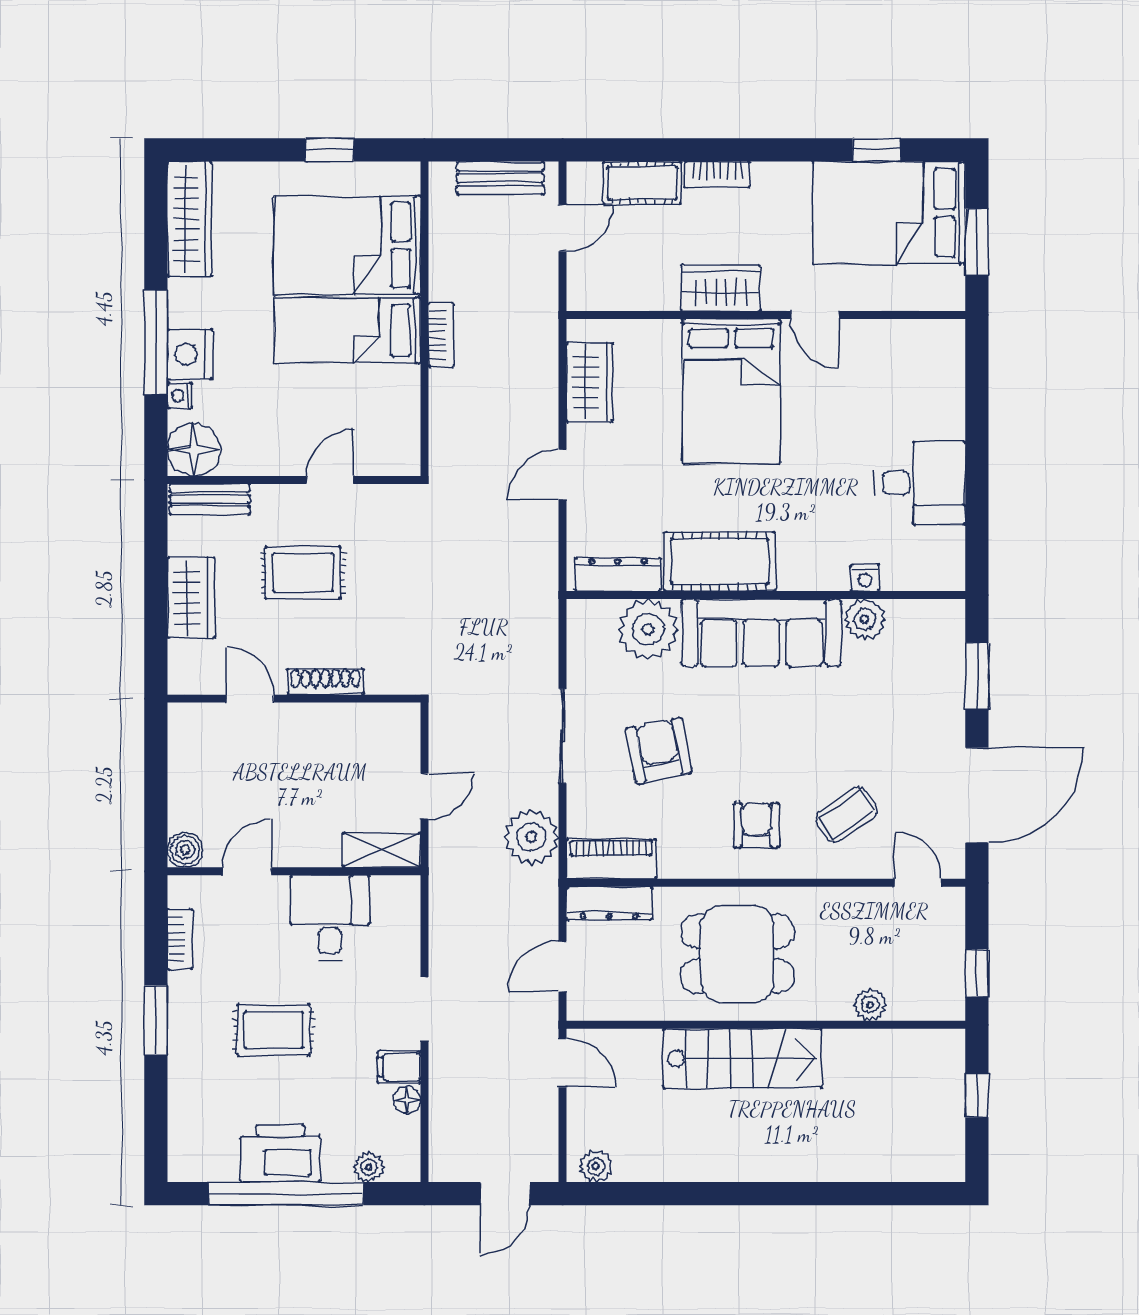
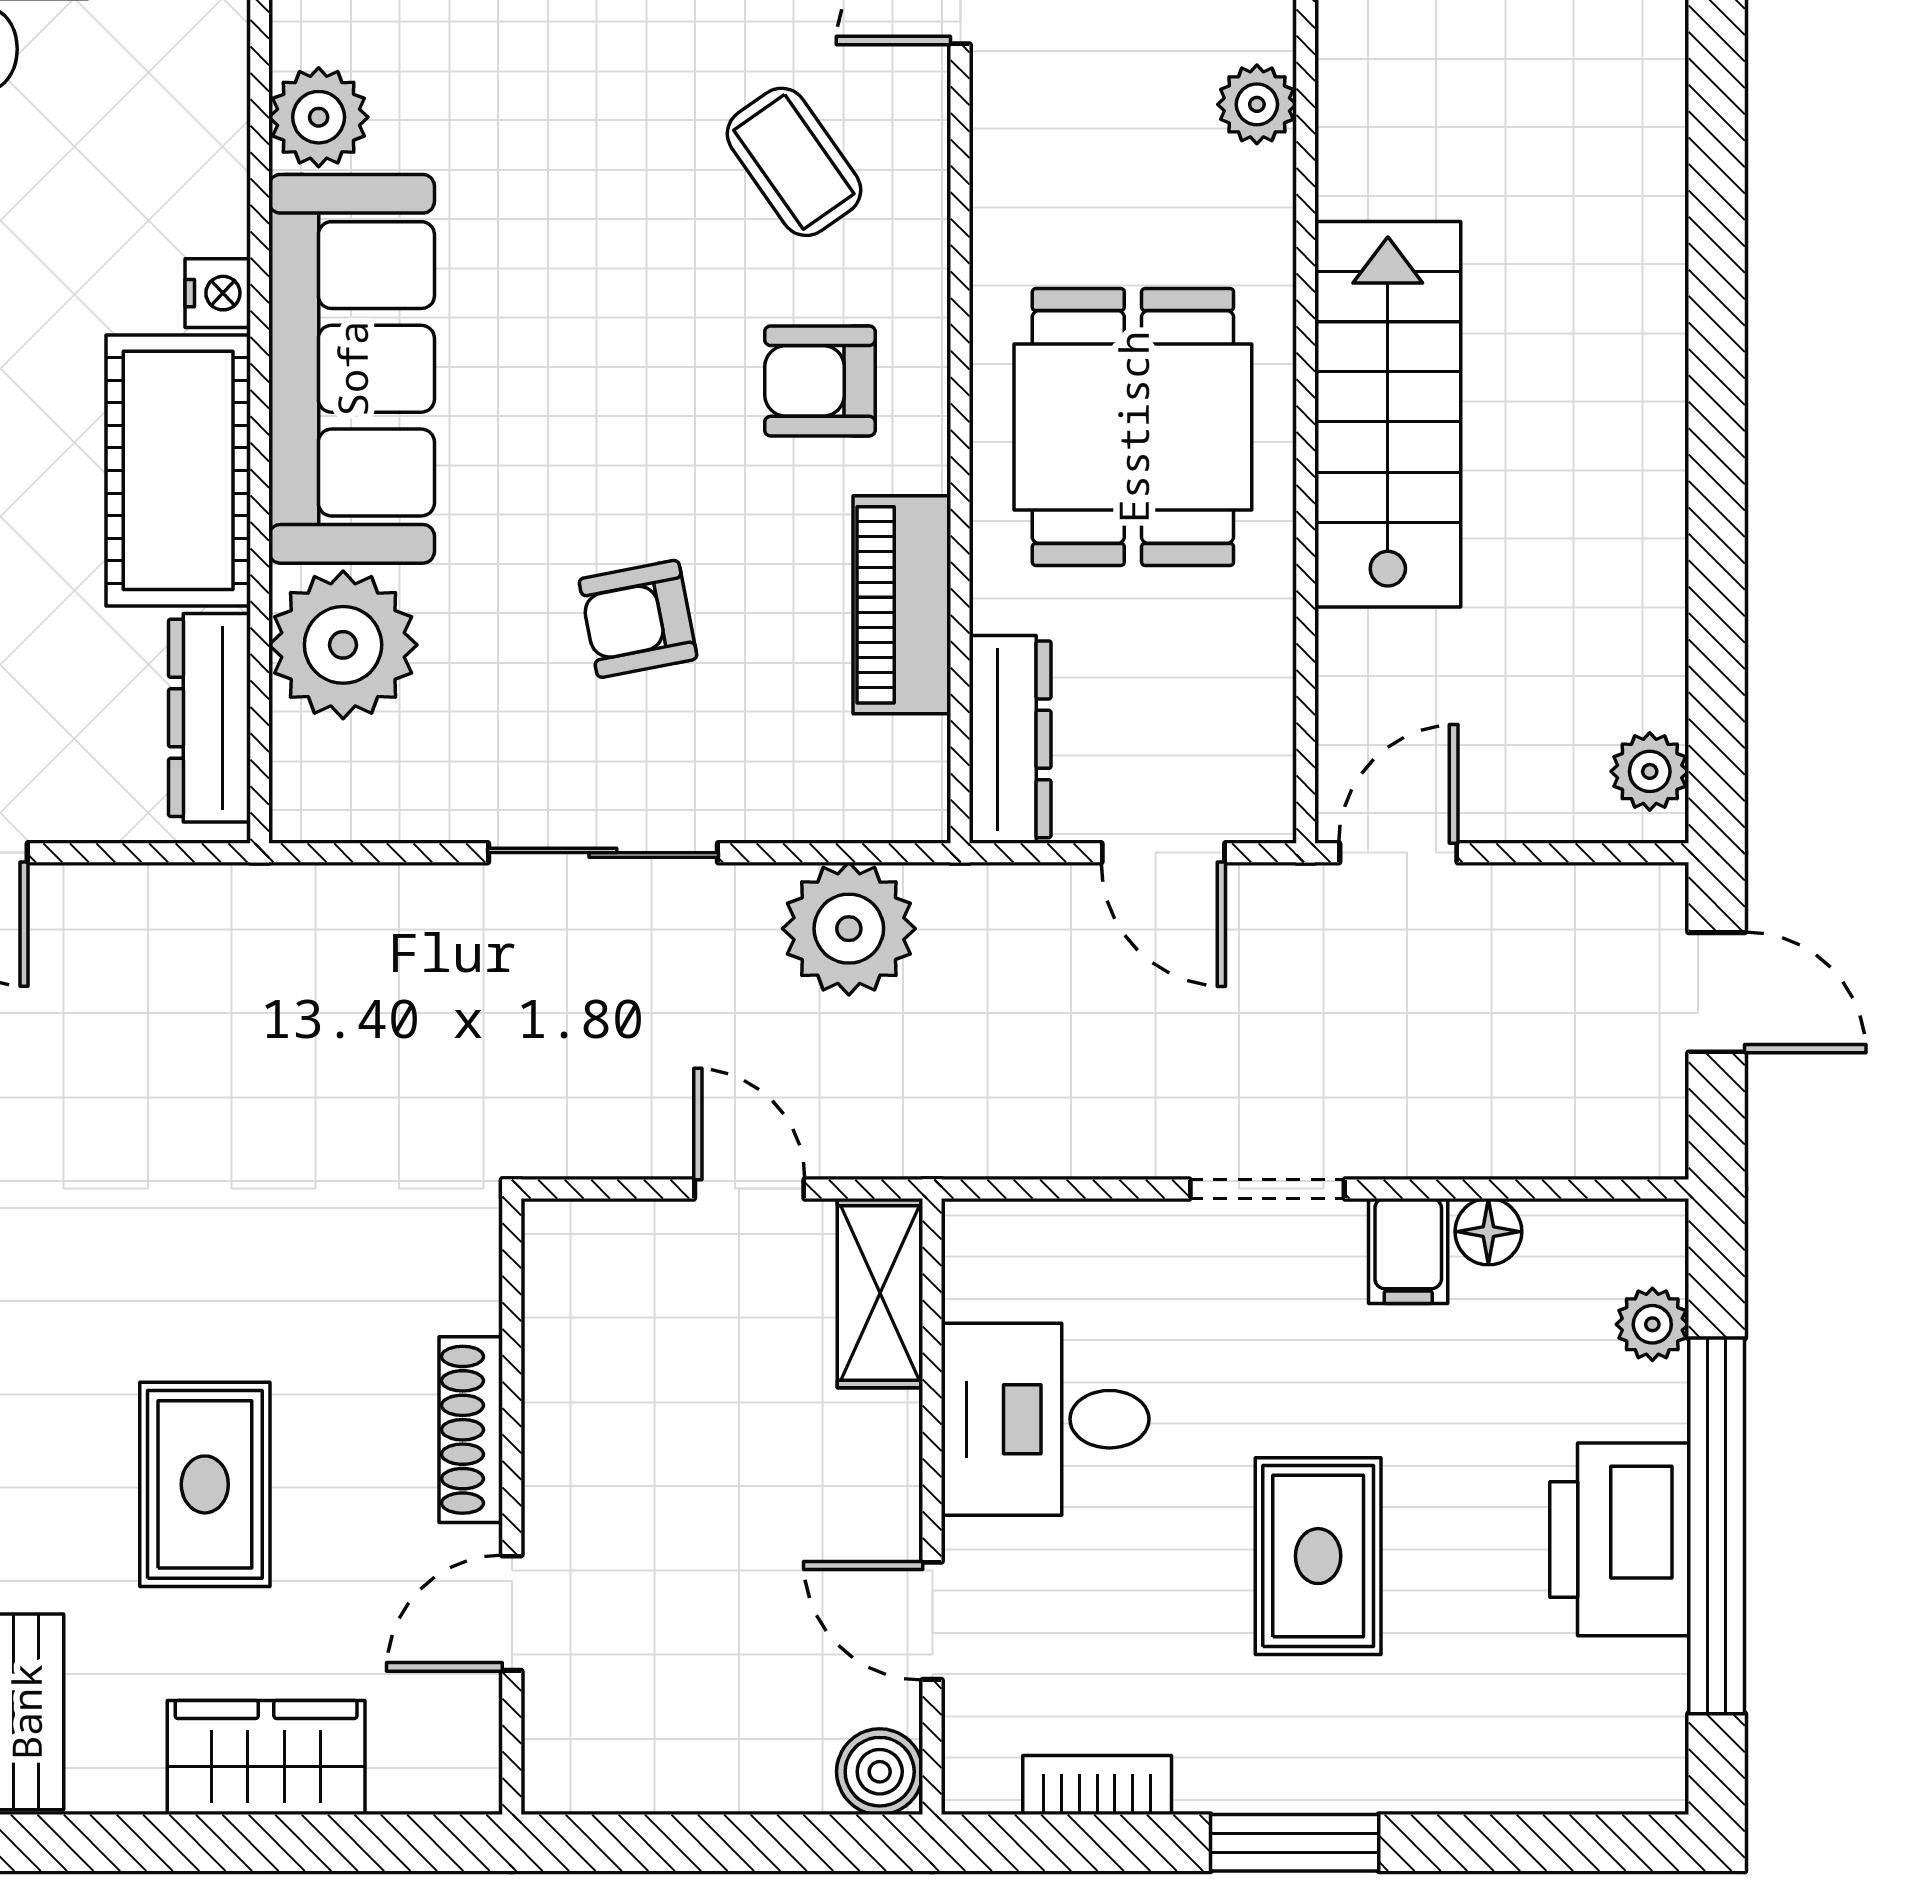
nightstand: (865, 578) -> (218, 293), moved
armchair: (659, 751) -> (638, 619), width x0.72, depth x0.72
piano: (611, 859) -> (902, 605), moved

